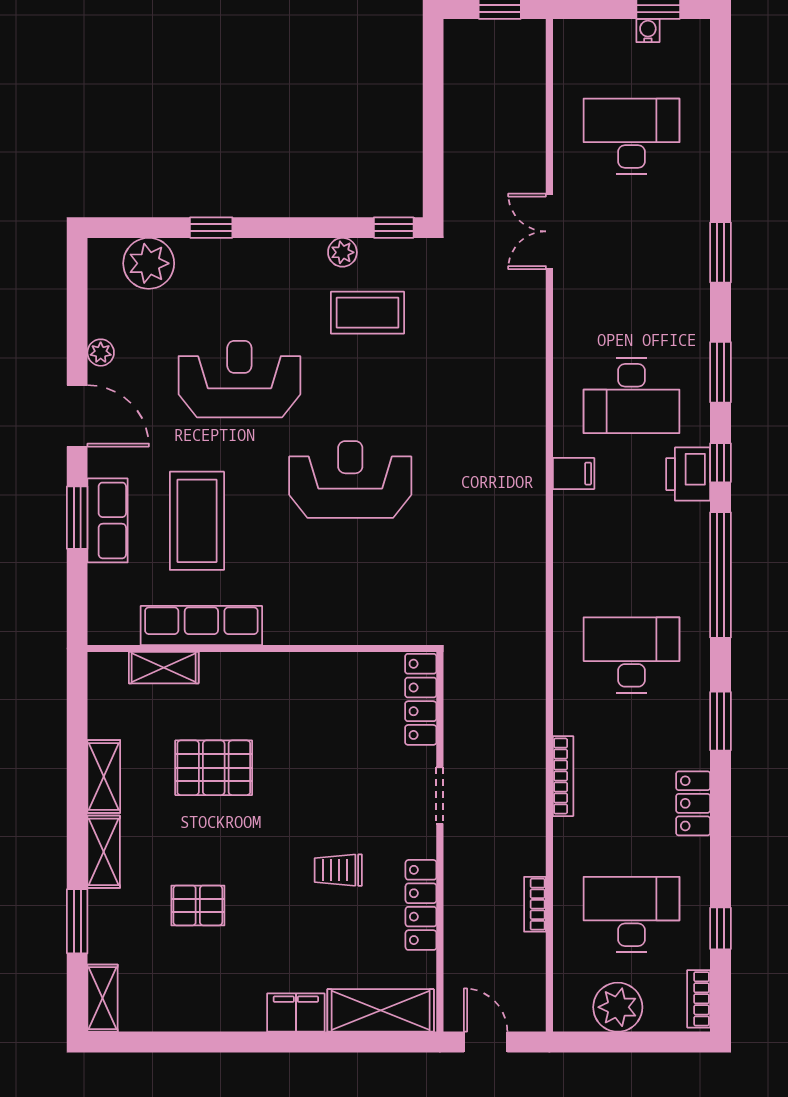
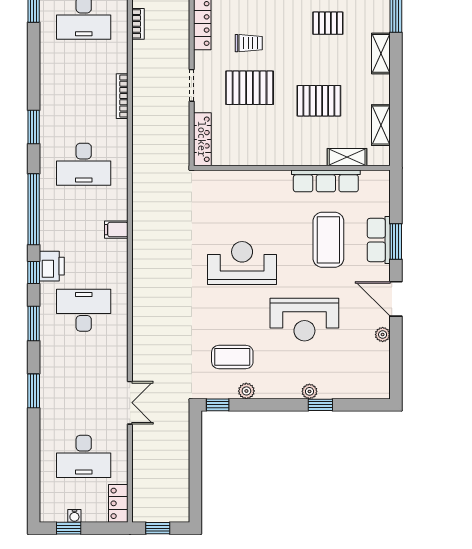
plant: (149, 263) -> (309, 391), moved, width x0.53, depth x0.53
filing cabinet: (574, 474) -> (116, 230), moved
reception desk: (350, 479) -> (242, 263), turned 180
shelving: (104, 777) -> (381, 125), moved
pallet: (337, 791) -> (250, 88), added
locker: (693, 803) -> (118, 503), moved, turned 180

